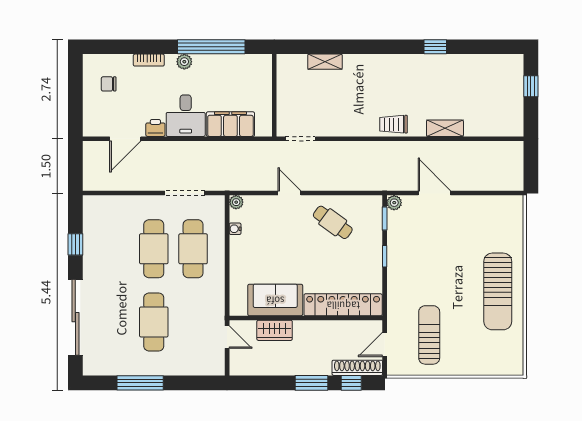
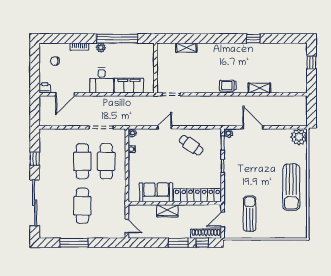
printer: (155, 128) -> (45, 88), moved
door: (289, 193) -> (165, 127), hinge flipped
plant: (510, 209) -> (299, 137), added
wardrobe: (275, 330) -> (167, 211), moved
door: (227, 337) -> (127, 226), moved

